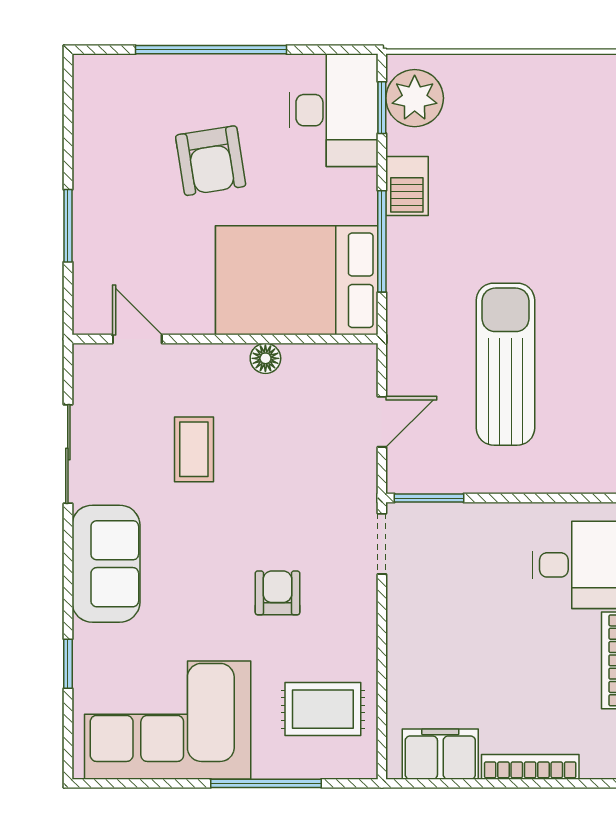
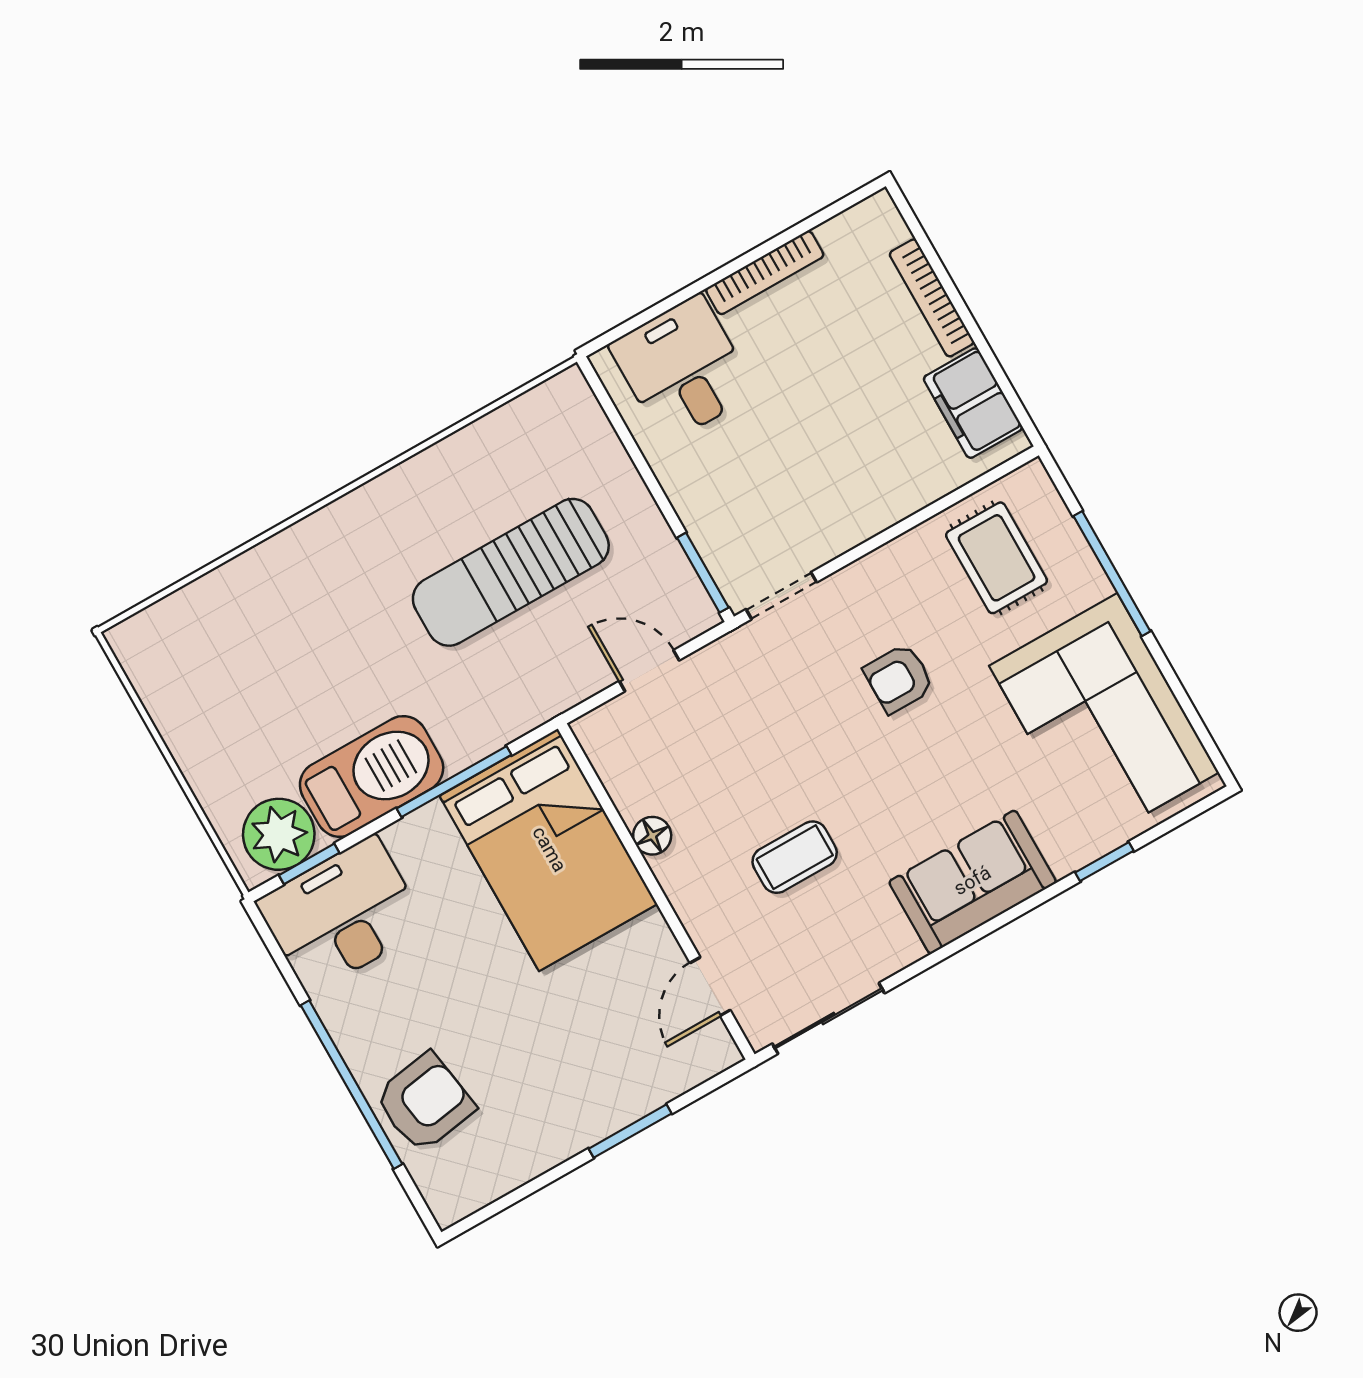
armchair: (211, 161) -> (425, 1102), moved
barbecue: (407, 186) -> (372, 776), width x1.88, depth x1.53
sliding door: (68, 454) -> (828, 1018), moved

